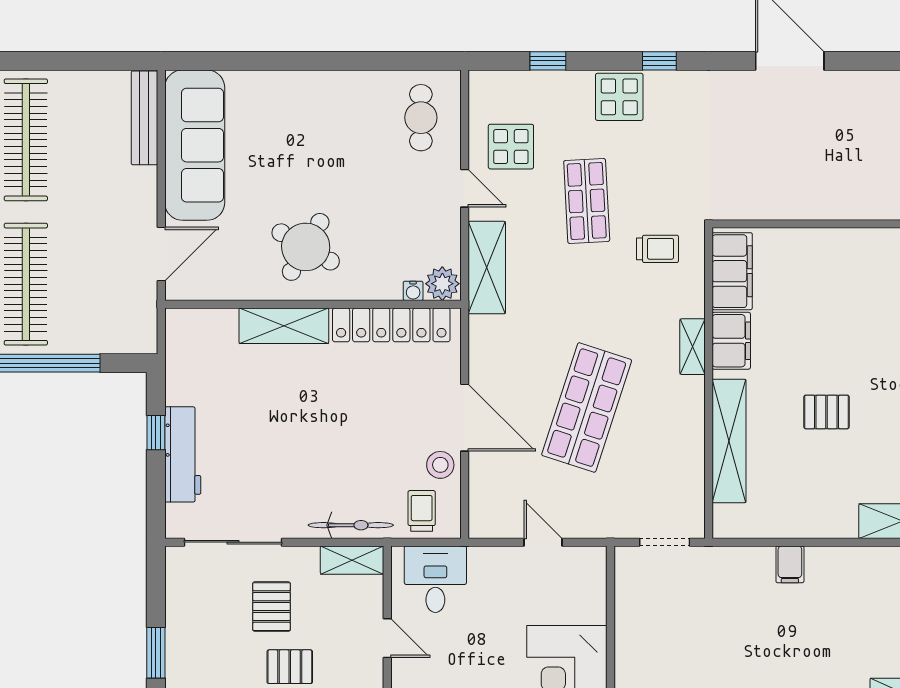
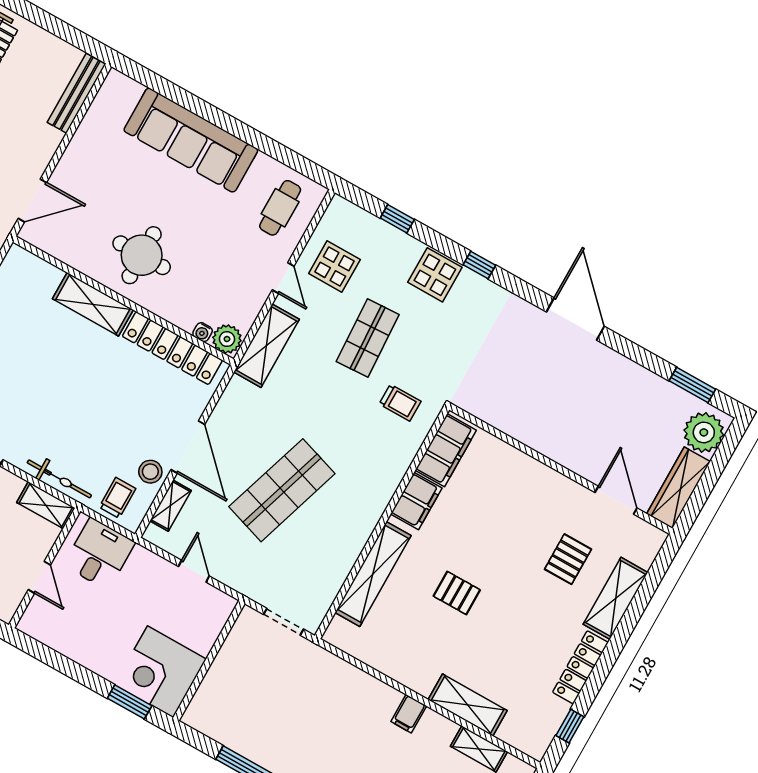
sofa: (195, 145) -> (191, 140), moved, turned 90
round table: (306, 247) -> (142, 255), turned -30
shelving: (693, 347) -> (170, 506), moved
filing cabinet: (790, 564) -> (409, 714), moved

